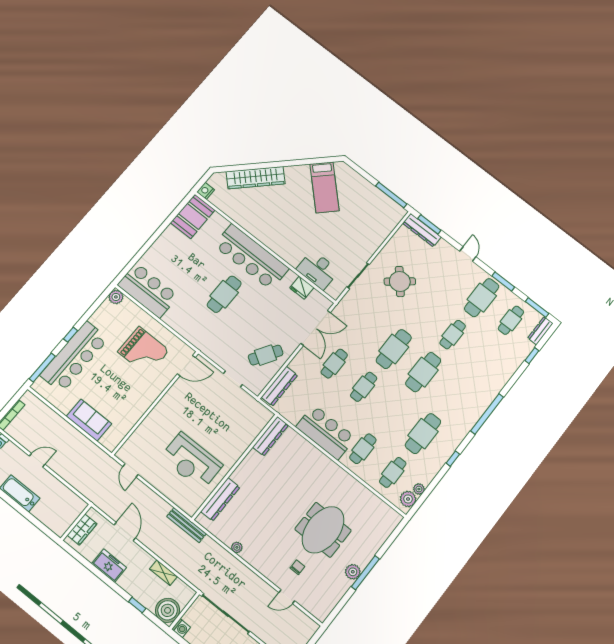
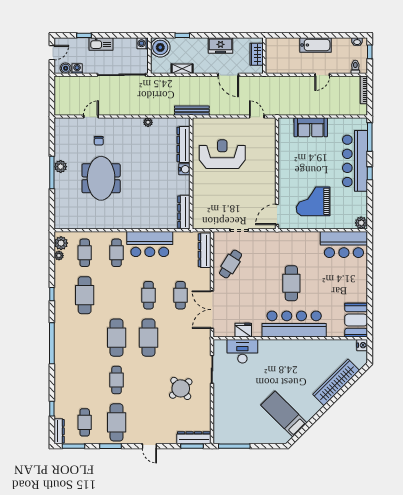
water cooler: (238, 476) -> (184, 169), added

